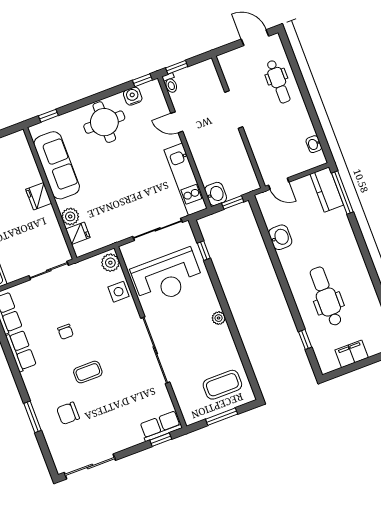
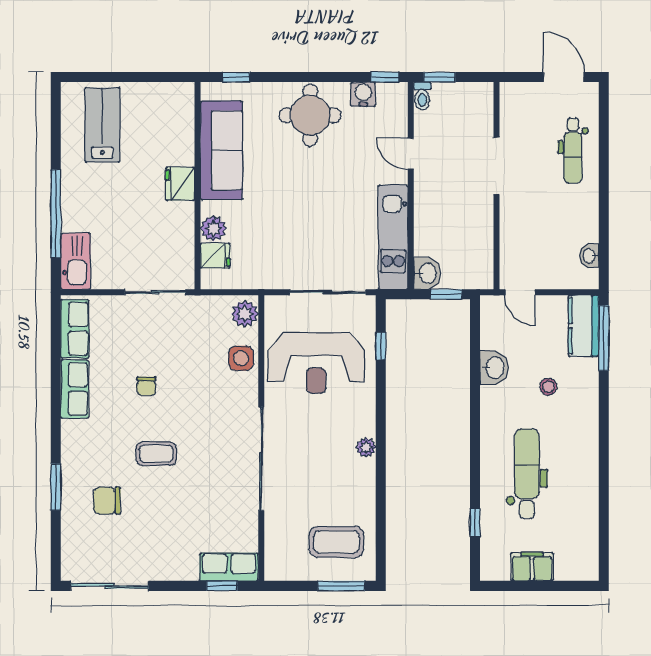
stool: (319, 236) -> (548, 387), added
window: (222, 417) -> (341, 586), moved

